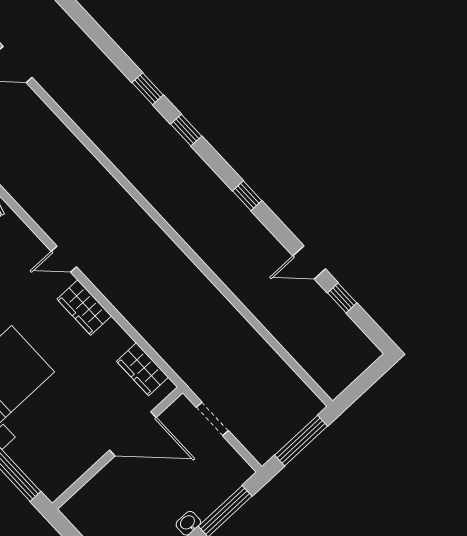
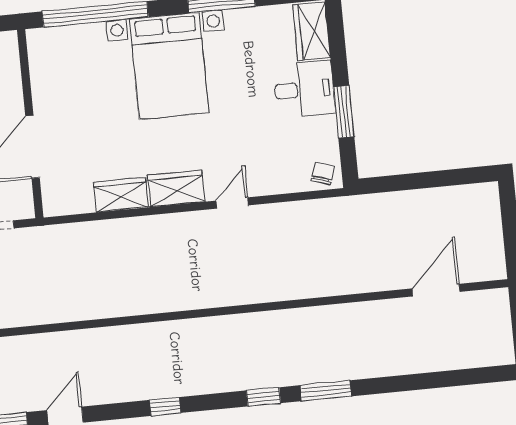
window: (148, 89) -> (326, 391), width x1.50
wardrobe: (143, 369) -> (121, 195), moved

